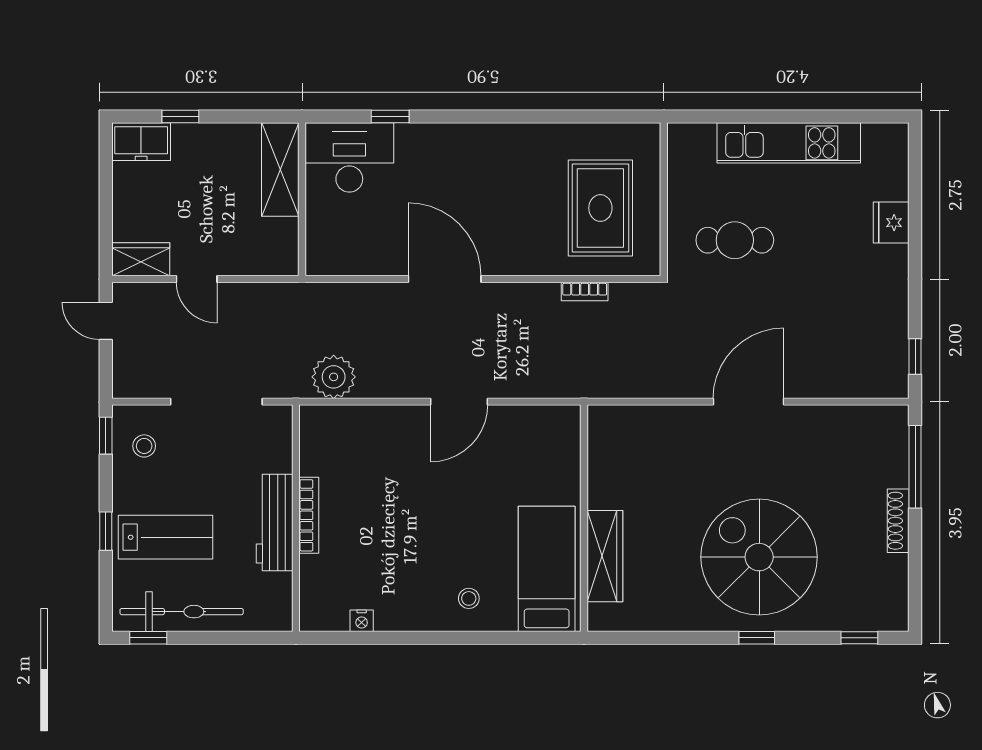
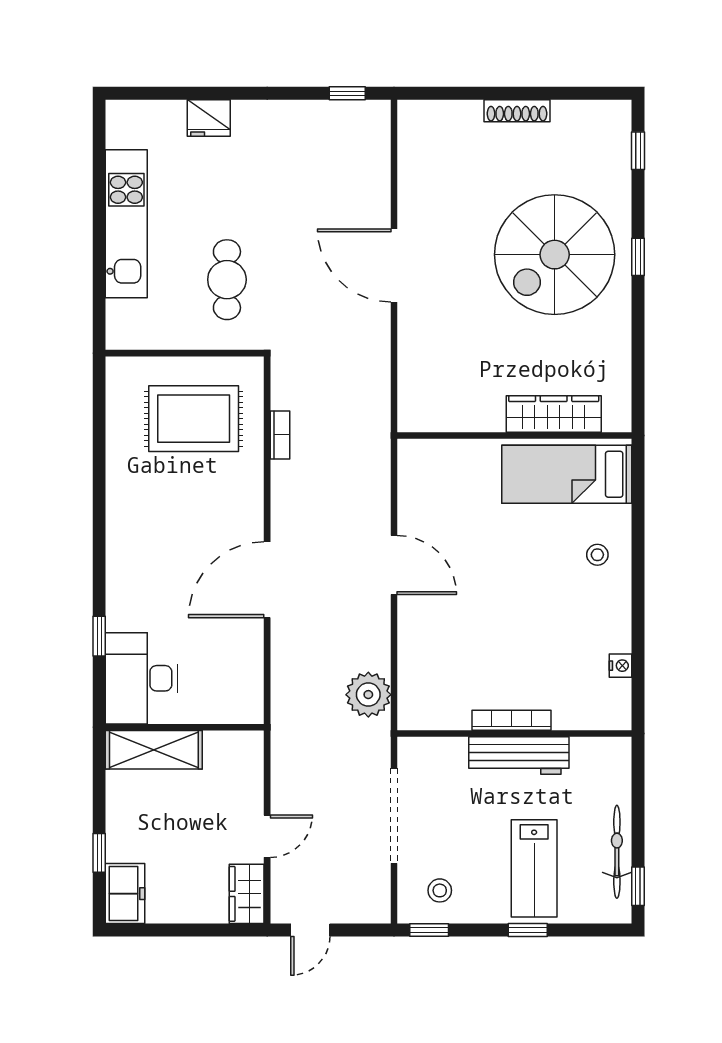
window: (915, 467) -> (461, 93), removed
lab bench: (165, 537) -> (534, 868), turned 180
bicycle: (182, 612) -> (617, 852), width x0.73, depth x0.71

